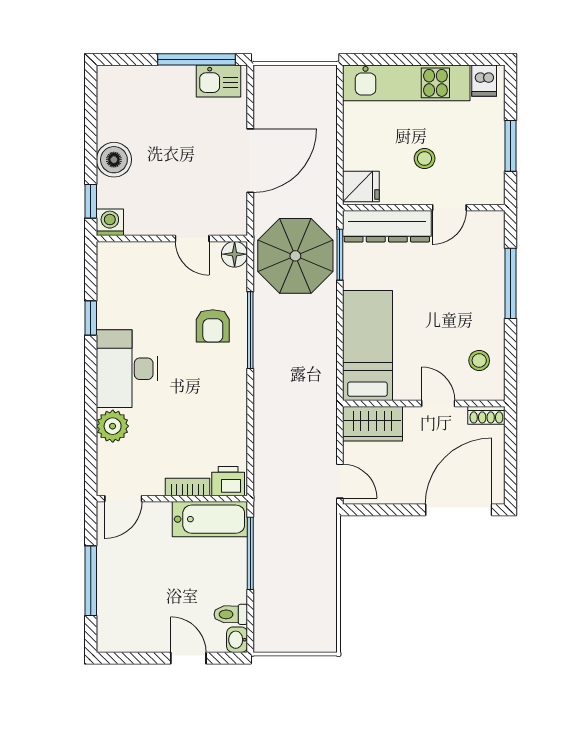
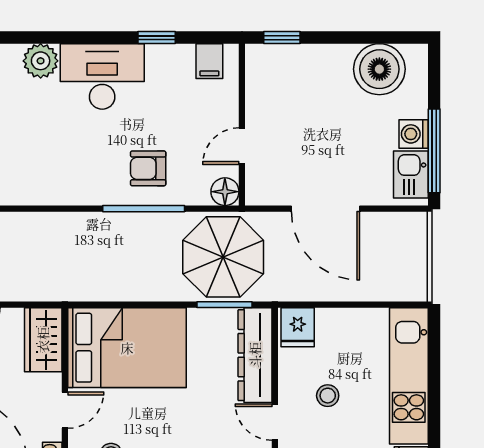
boiler: (114, 160) -> (379, 69), moved, width x1.37, depth x1.37
washing machine: (110, 222) -> (414, 134), moved, turned 180
filing cabinet: (113, 269) -> (209, 61), added
bed: (367, 346) -> (127, 348), width x1.50

